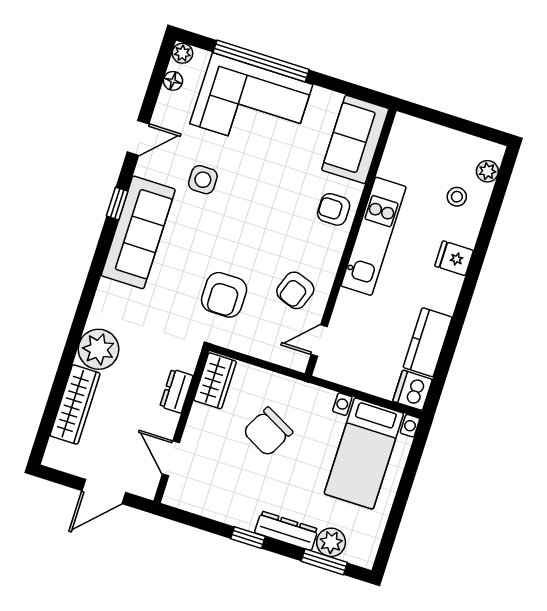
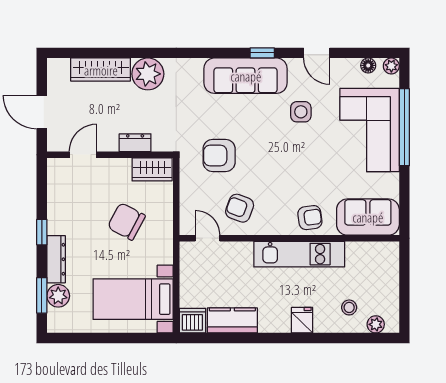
armchair: (334, 209) -> (310, 218), turned 82

